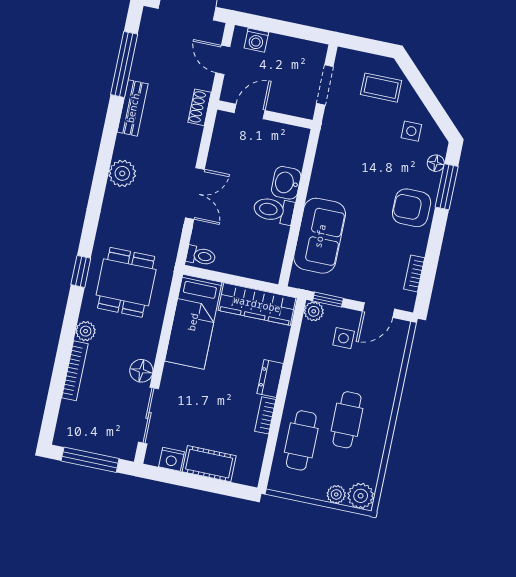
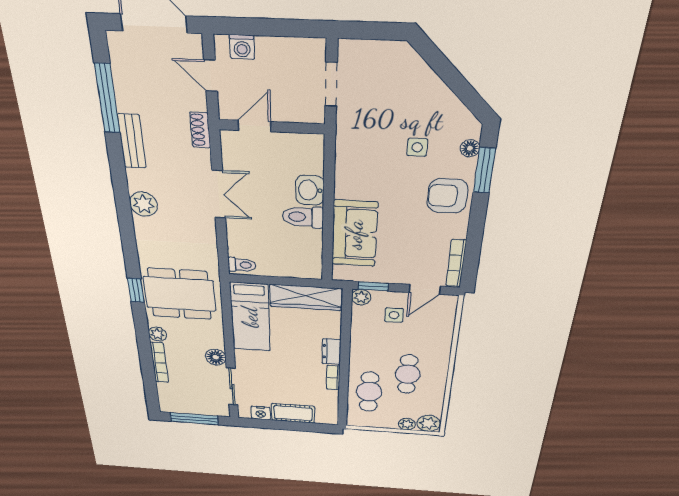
coffee table: (381, 88) -> (397, 77), removed
side table: (411, 131) -> (417, 147), moved
double door: (195, 194) -> (219, 194), moved
bookcase: (414, 273) -> (456, 263), width x1.56
dining table: (126, 282) -> (180, 294), width x1.38

